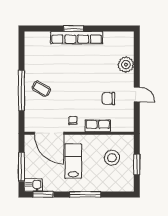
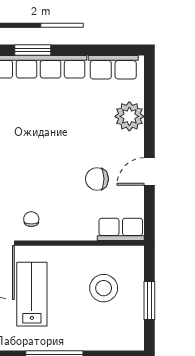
row of seats: (117, 38) -> (113, 67), added
door: (137, 95) -> (149, 172), swing flipped
row of seats: (98, 126) -> (121, 229), moved

